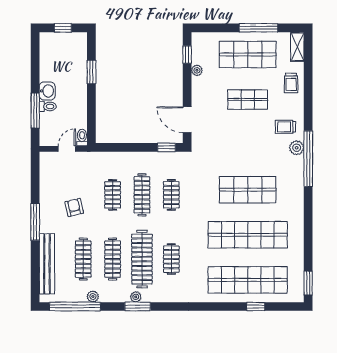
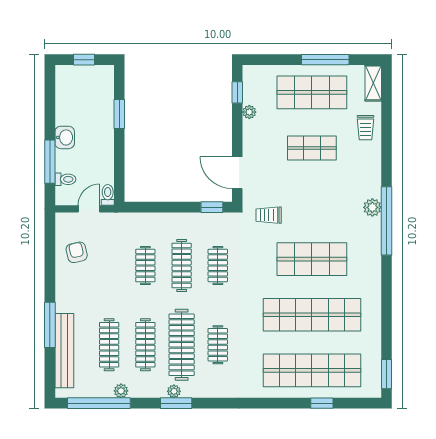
toilet: (48, 106) -> (65, 179), moved
trolley: (285, 127) -> (269, 215), moved
armchair: (74, 207) -> (77, 252), moved
window: (35, 222) -> (50, 325), moved

